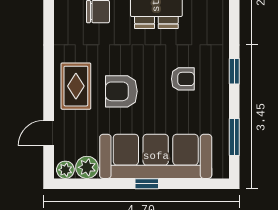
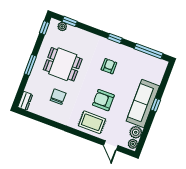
armchair: (121, 91) -> (103, 100), turned 90
window: (234, 137) -> (149, 51), width x1.44
sofa: (156, 156) -> (143, 103), width x0.74, depth x0.79

